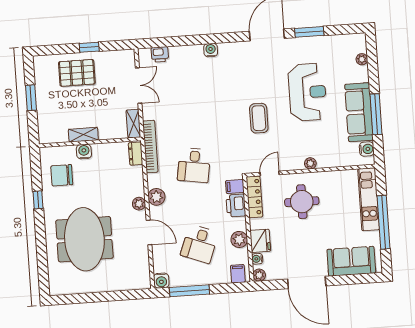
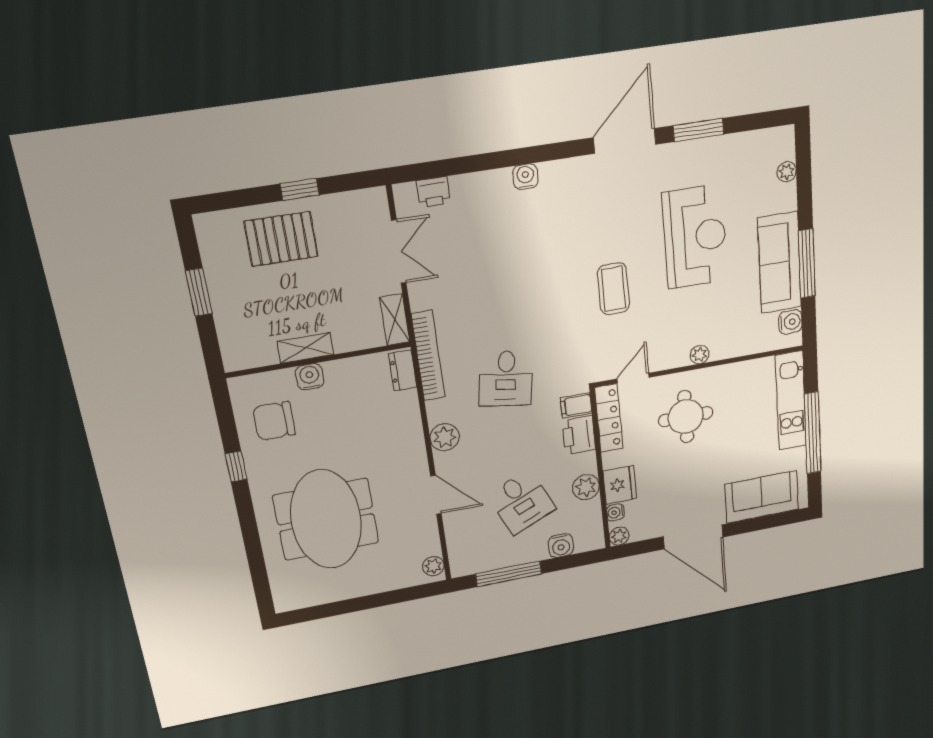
plant: (139, 204) -> (433, 566), moved
desk: (199, 244) -> (521, 502), turned -45
filing cabinet: (238, 274) -> (585, 539), removed
water cooler: (161, 281) -> (561, 546), moved

